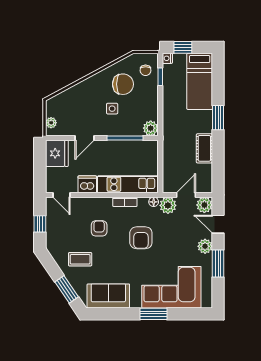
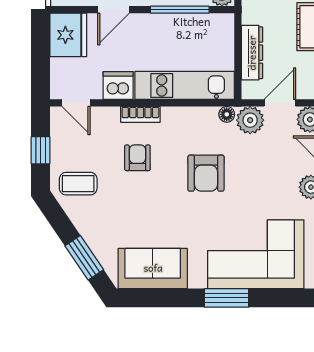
dresser: (169, 164) -> (252, 53), added
bookcase: (125, 202) -> (140, 114), moved
coffee table: (80, 259) -> (78, 184), moved

